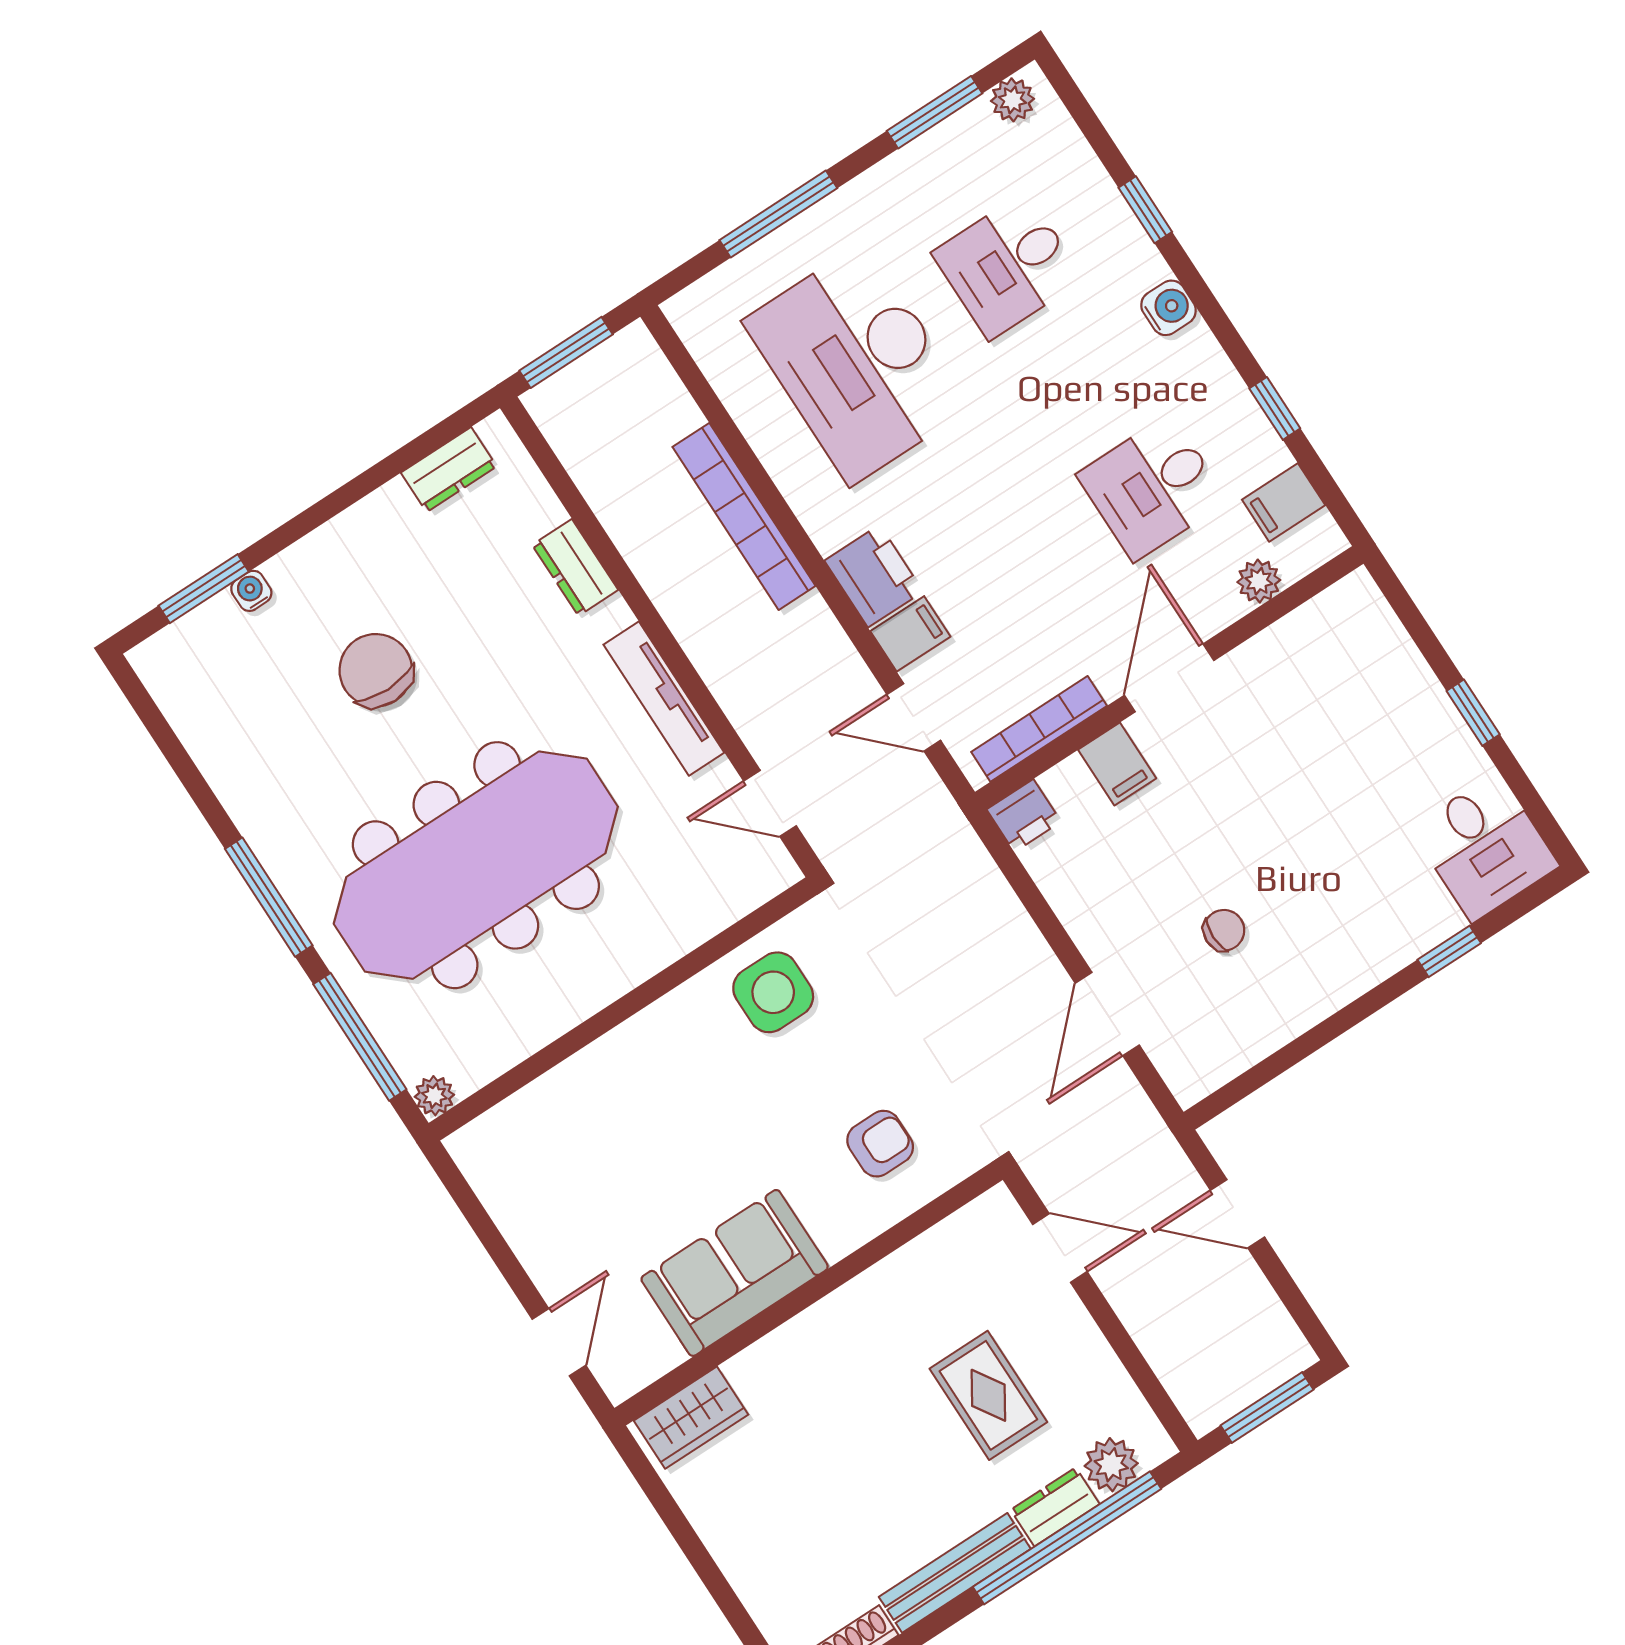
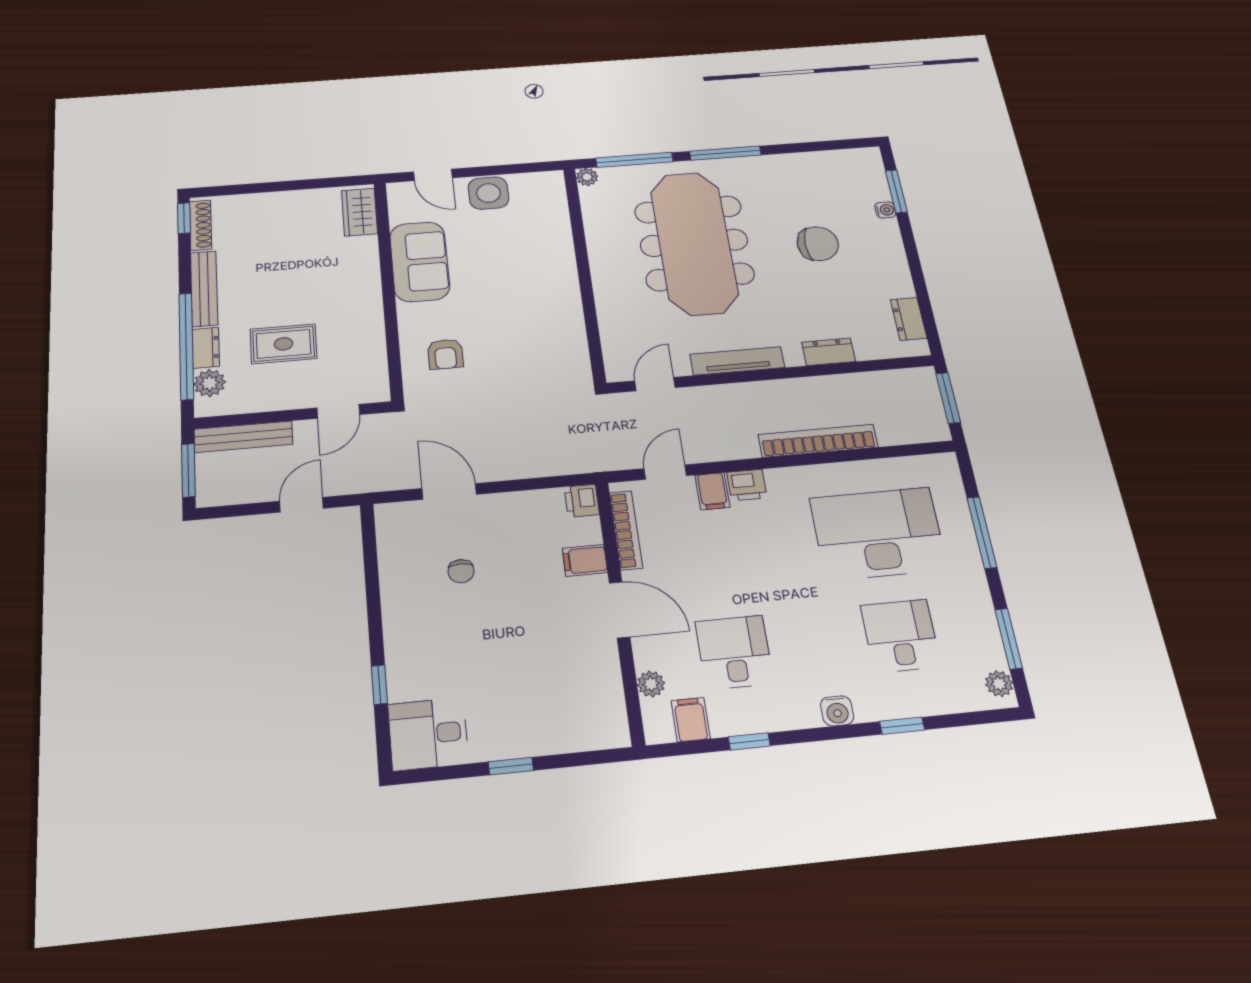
printer: (874, 576) -> (747, 485), width x0.73, depth x0.81
side table: (773, 992) -> (488, 193), moved
bench: (1173, 1361) -> (243, 437), added

